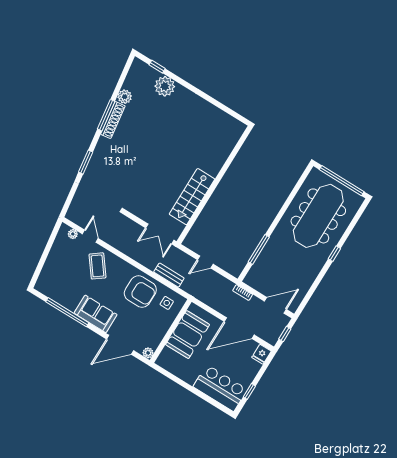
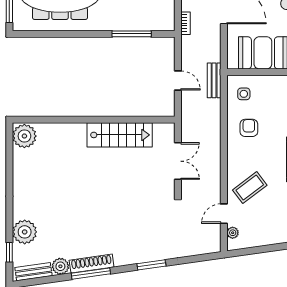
bench: (133, 75) -> (33, 272), added
plant: (233, 128) -> (24, 136), added
double door: (160, 234) -> (178, 161), moved
bench: (169, 275) -> (214, 80), moved
armchair: (140, 292) -> (249, 128), width x0.53, depth x0.53

